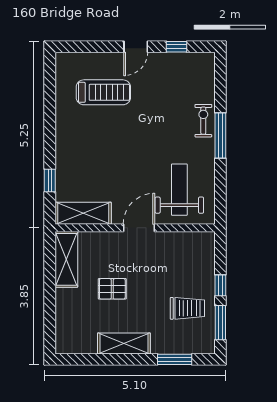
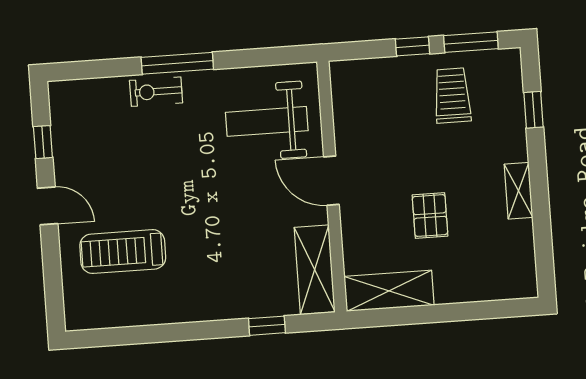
treadmill: (103, 92) -> (123, 252), turned -90
shelving: (124, 344) -> (519, 191), width x0.67, depth x0.75
window: (175, 359) -> (534, 110), width x0.67

